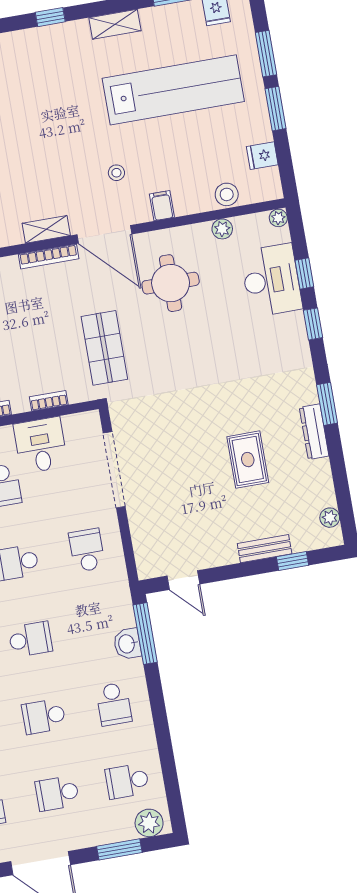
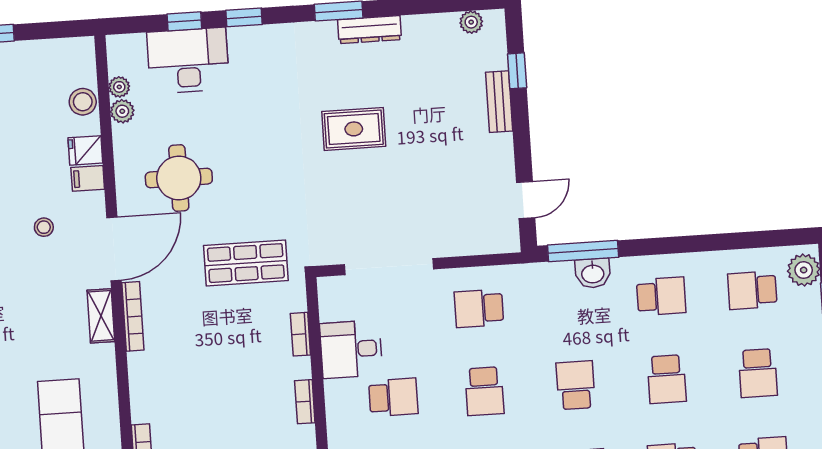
fridge: (262, 156) -> (85, 150), moved, turned 90
plant: (278, 218) -> (119, 87), moved
rug: (248, 460) -> (354, 129), moved
school desk: (127, 781) -> (752, 290), turned 90

